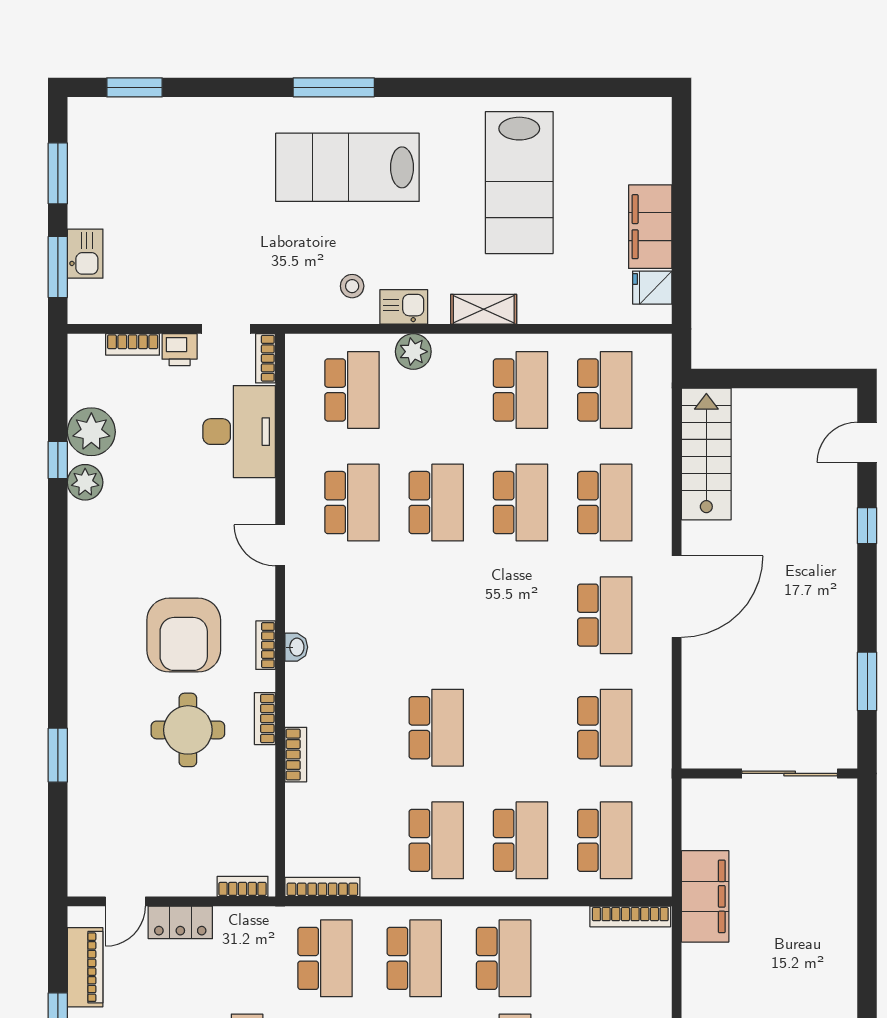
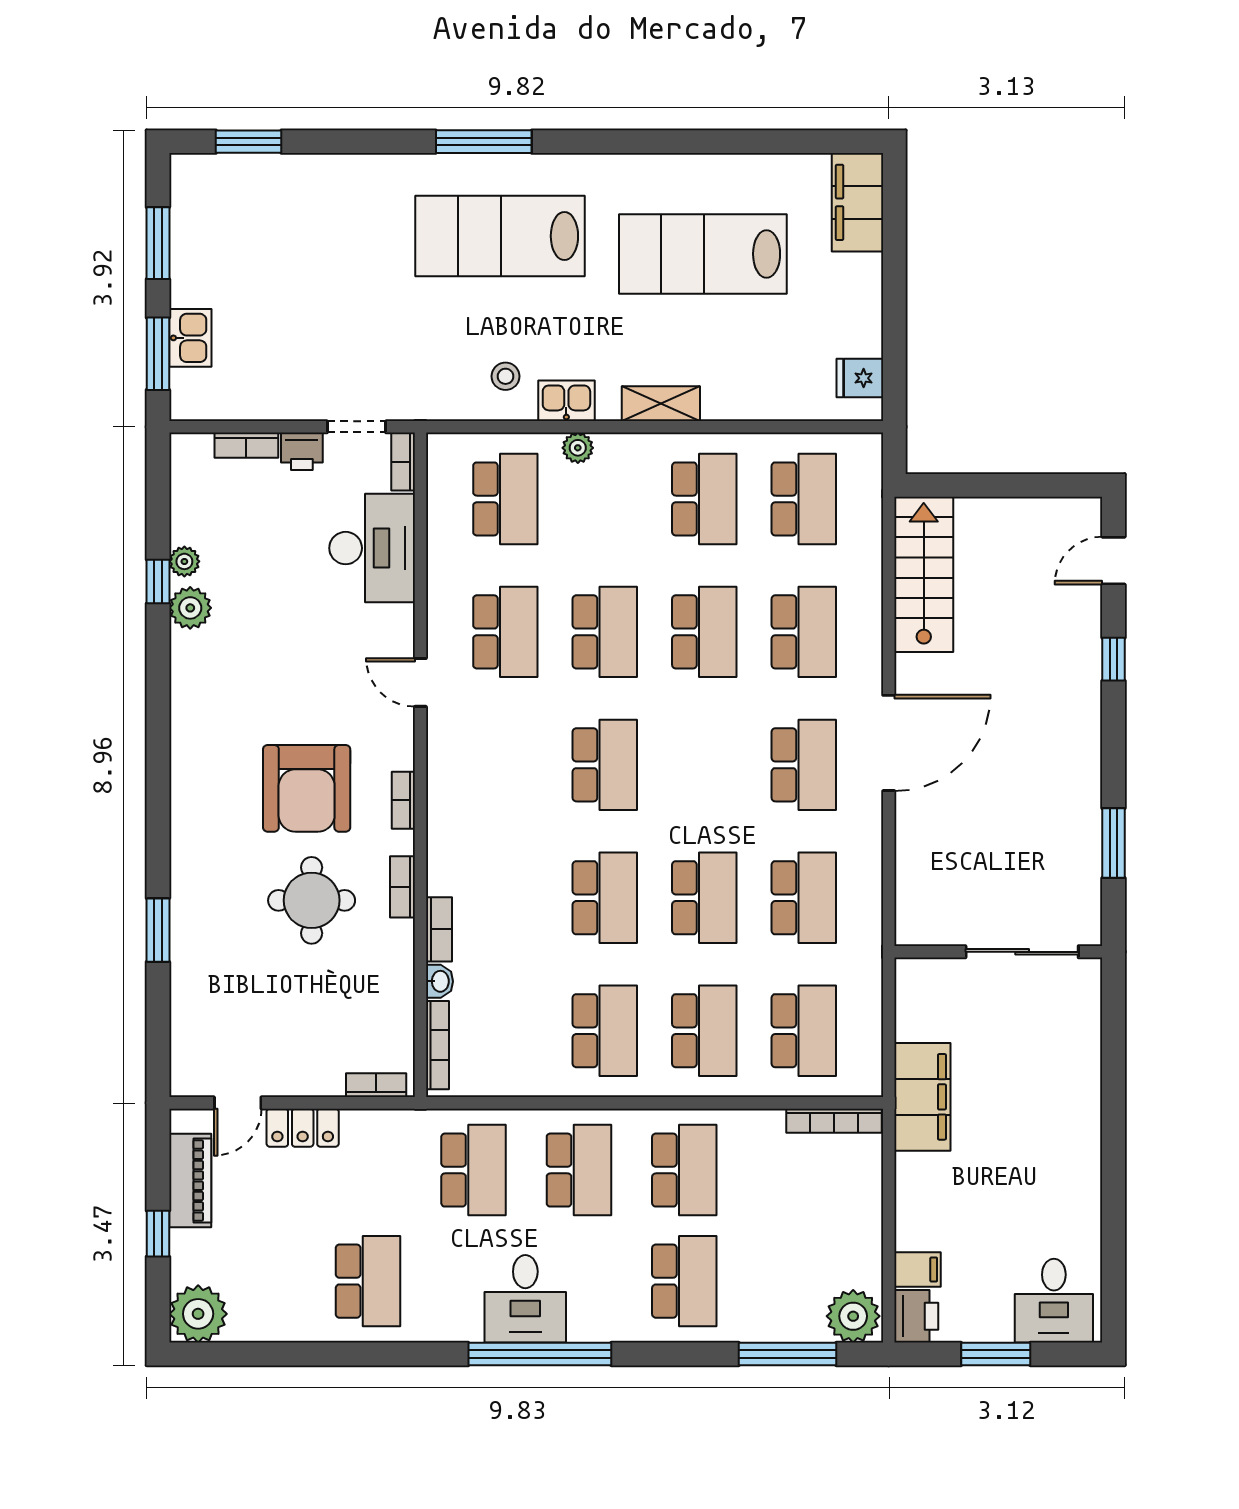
lab bench: (519, 183) -> (703, 254), turned 90
filing cabinet: (650, 227) -> (857, 202), moved
plant: (413, 352) -> (578, 448), width x0.73, depth x0.73
plant: (91, 432) -> (184, 561), width x0.53, depth x0.53
school desk: (436, 615) -> (605, 765), added
washbasin: (296, 647) -> (439, 981), moved
school desk: (520, 728) -> (704, 898), added
bookcase: (322, 887) -> (437, 1045), moved, turned 90

